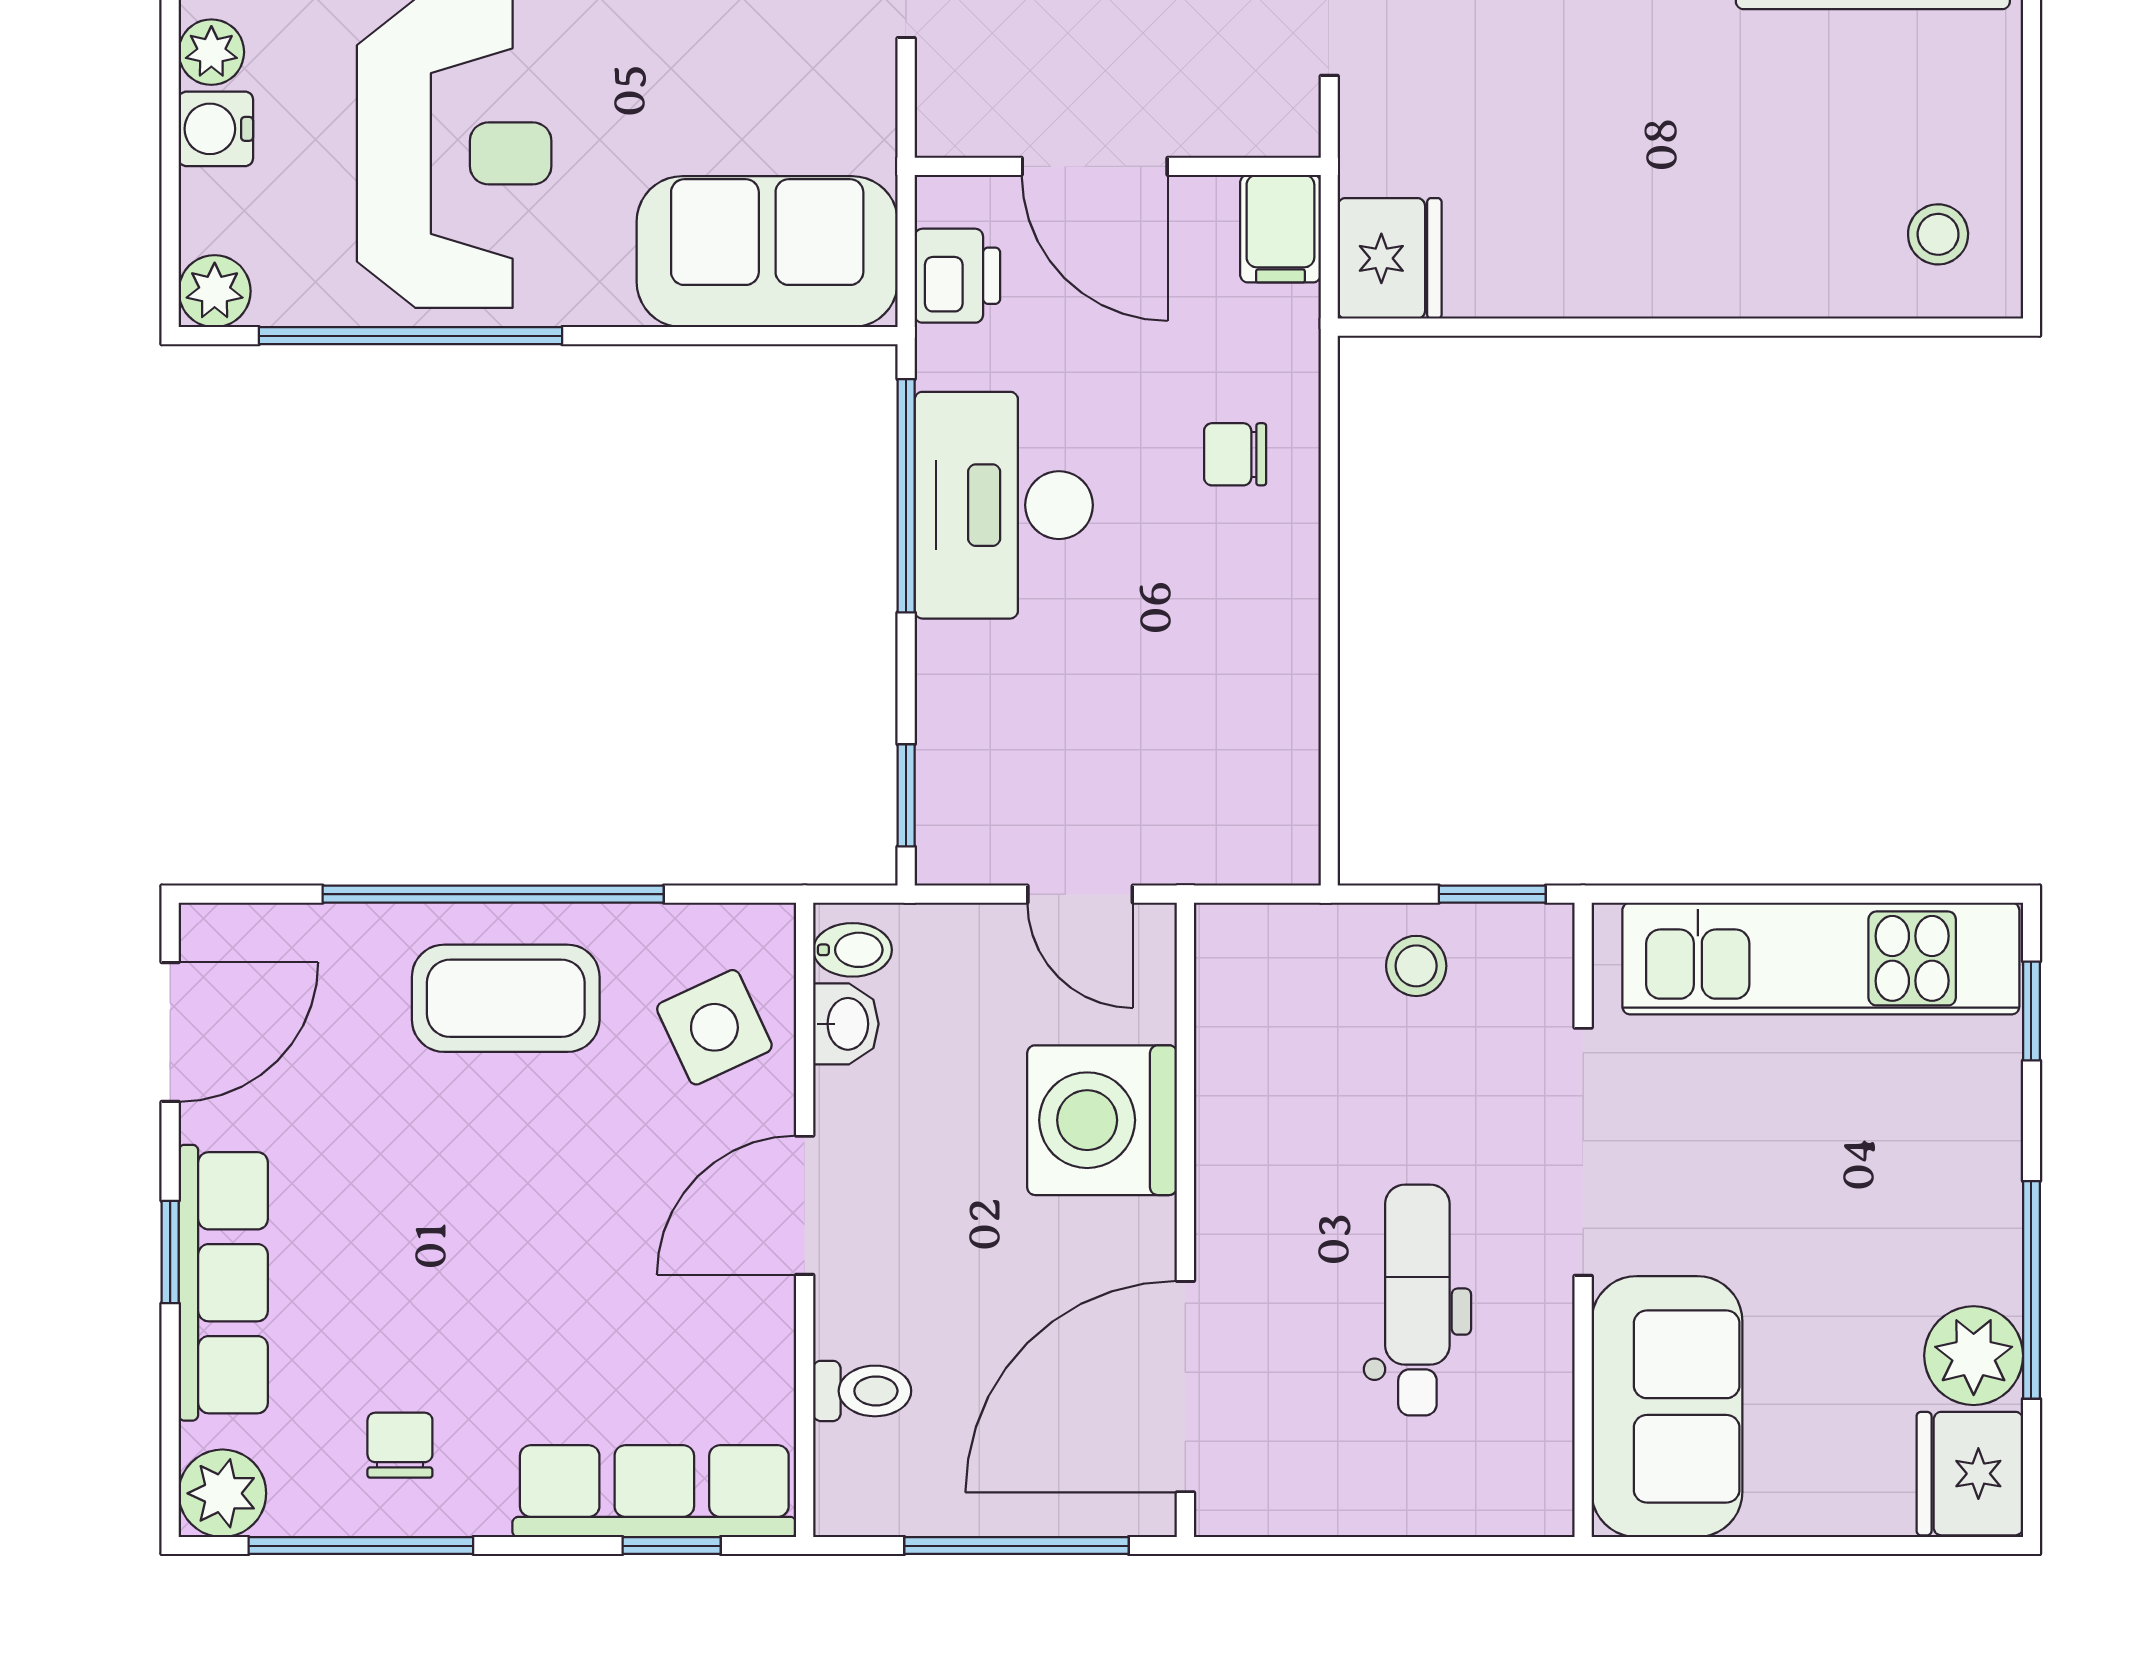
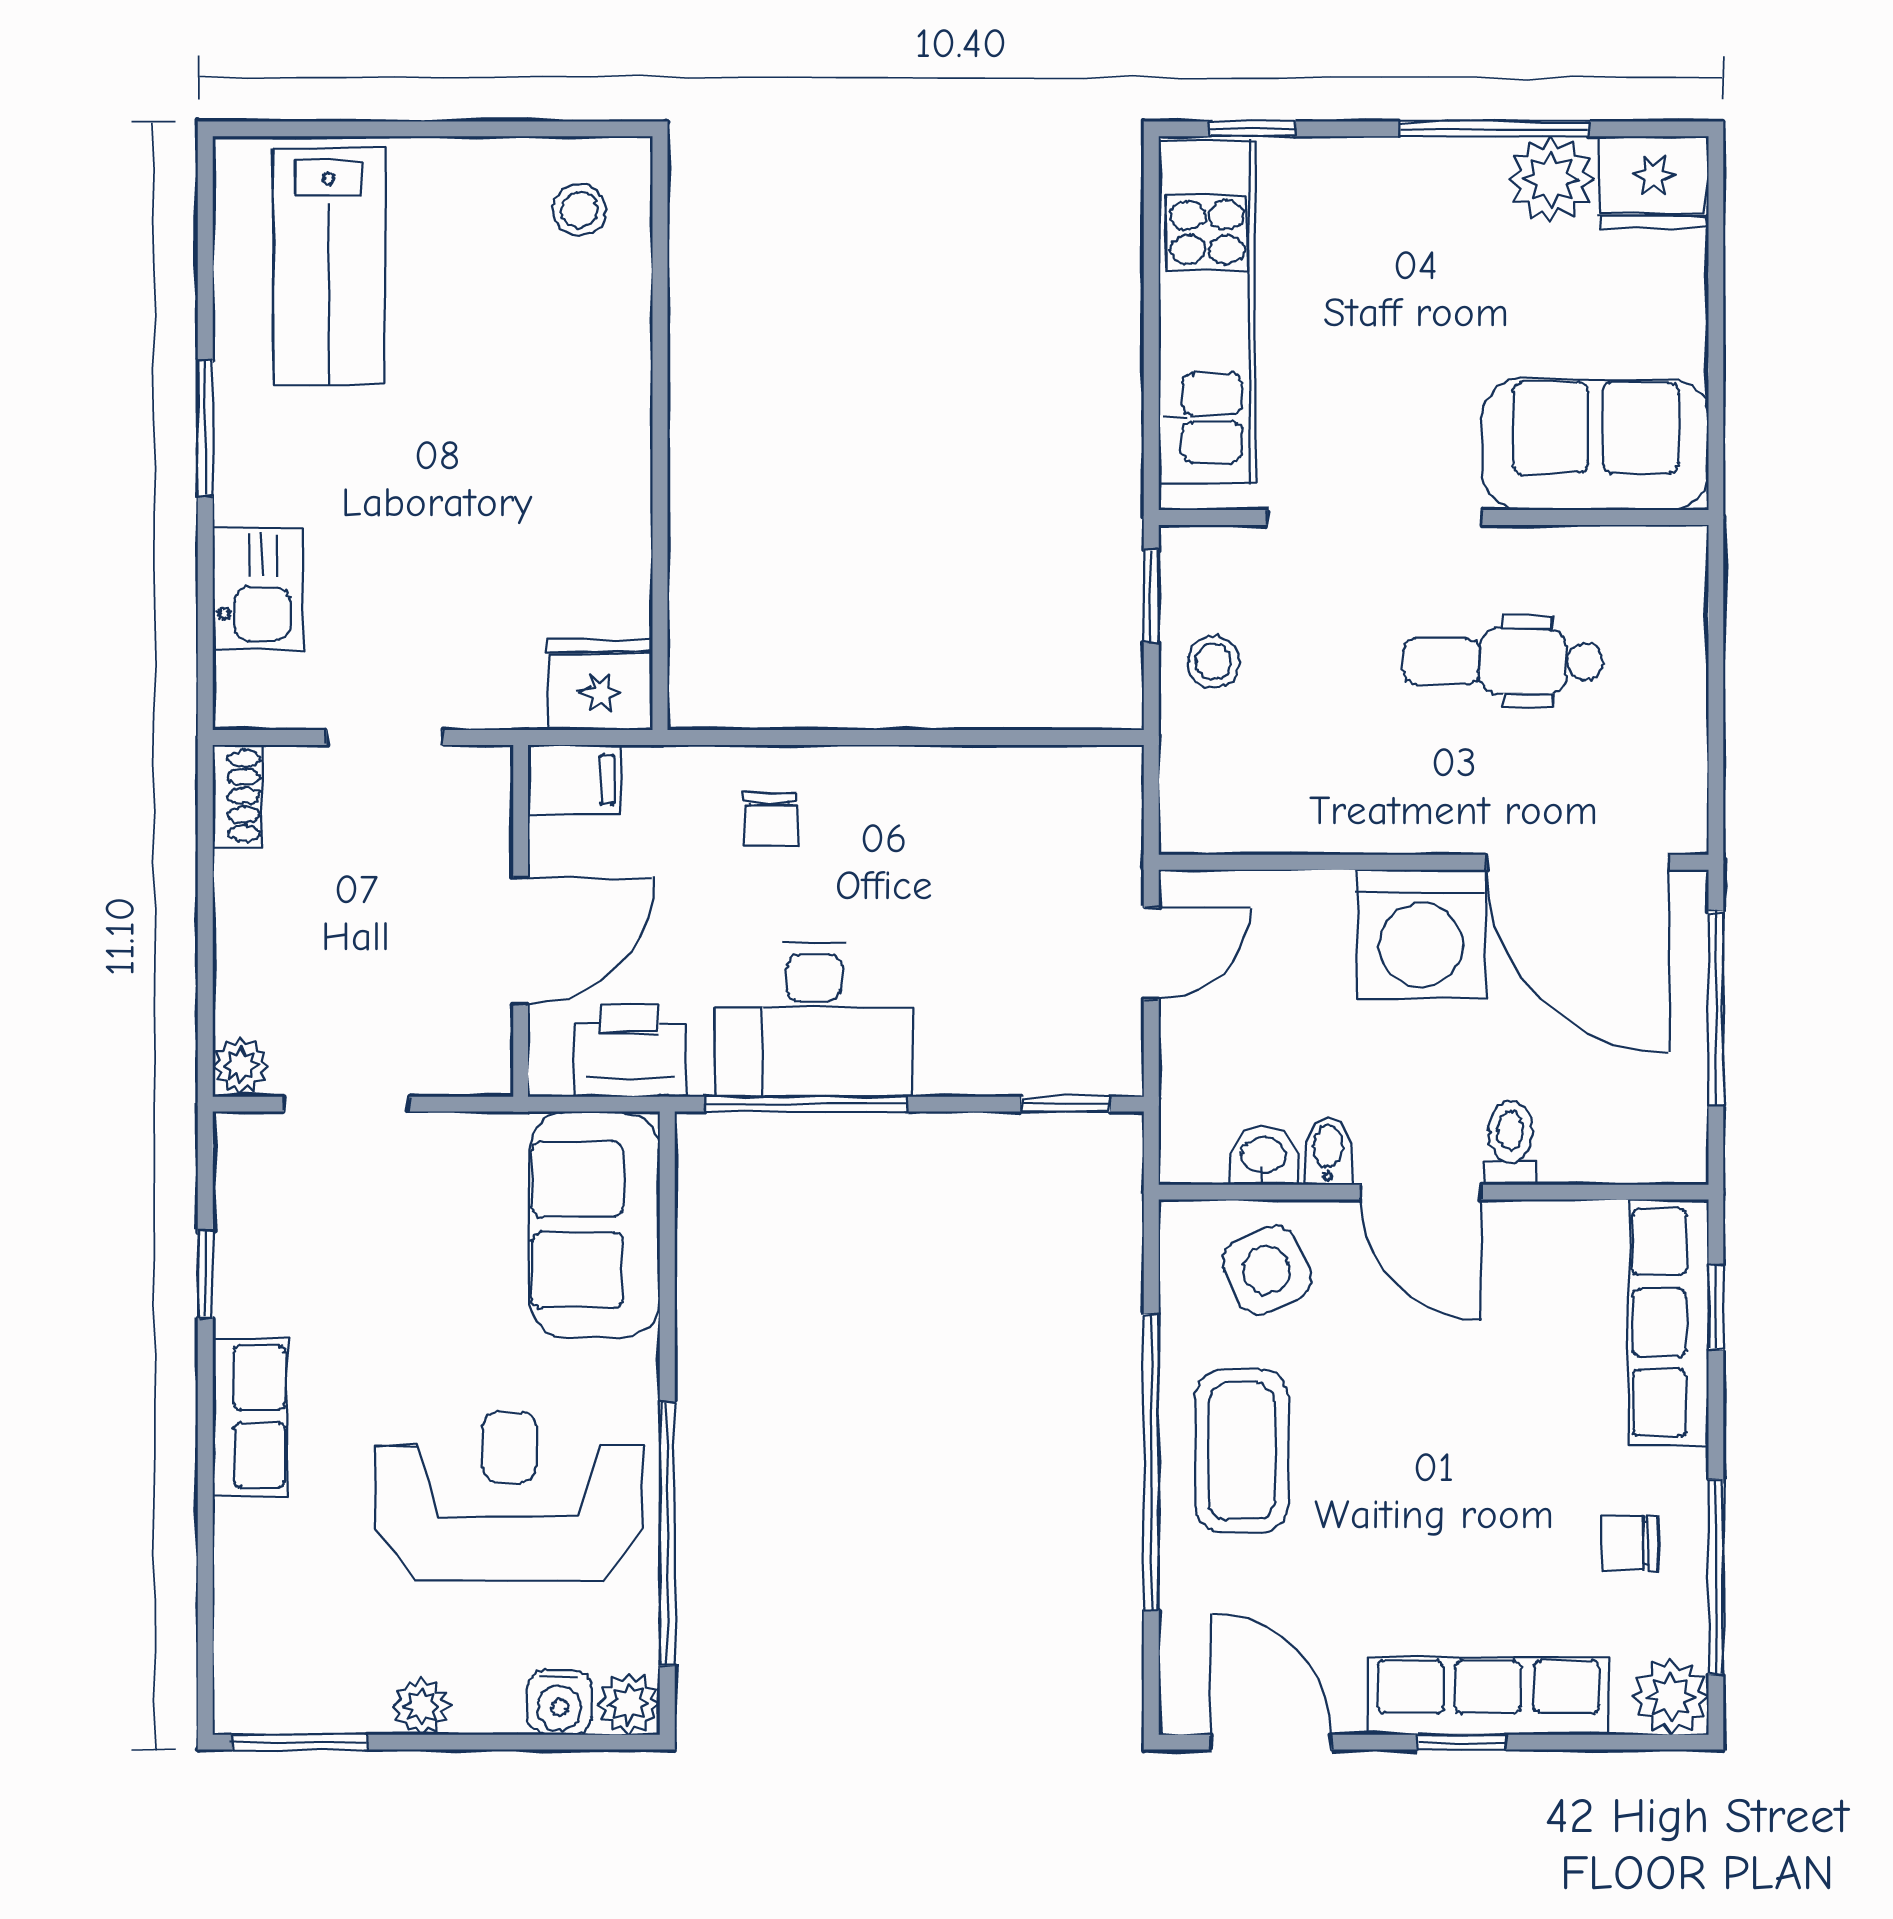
water cooler: (216, 129) -> (559, 1703), moved
printer: (957, 276) -> (630, 1051), width x1.36, depth x1.24
bidet: (853, 950) -> (1328, 1151), moved
washing machine: (1102, 1120) -> (1421, 934), moved
toilet: (862, 1391) -> (1511, 1142), moved

